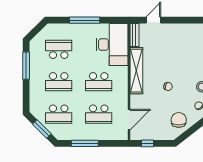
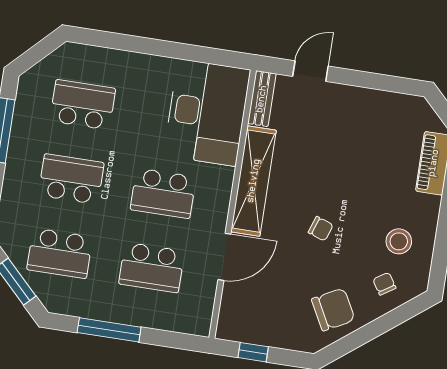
window: (85, 20) -> (153, 47), removed
school desk: (59, 82) -> (71, 179), turned 180
door: (129, 120) -> (224, 257), moved
chair: (179, 120) -> (333, 309), turned 62

